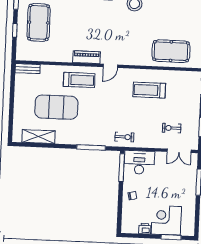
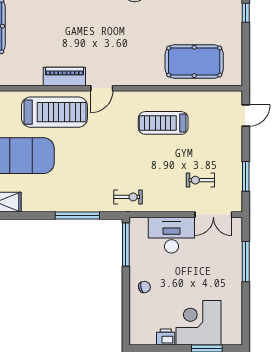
treadmill: (79, 80) -> (54, 112), width x1.37, depth x1.38
desk: (139, 162) -> (171, 235), moved

